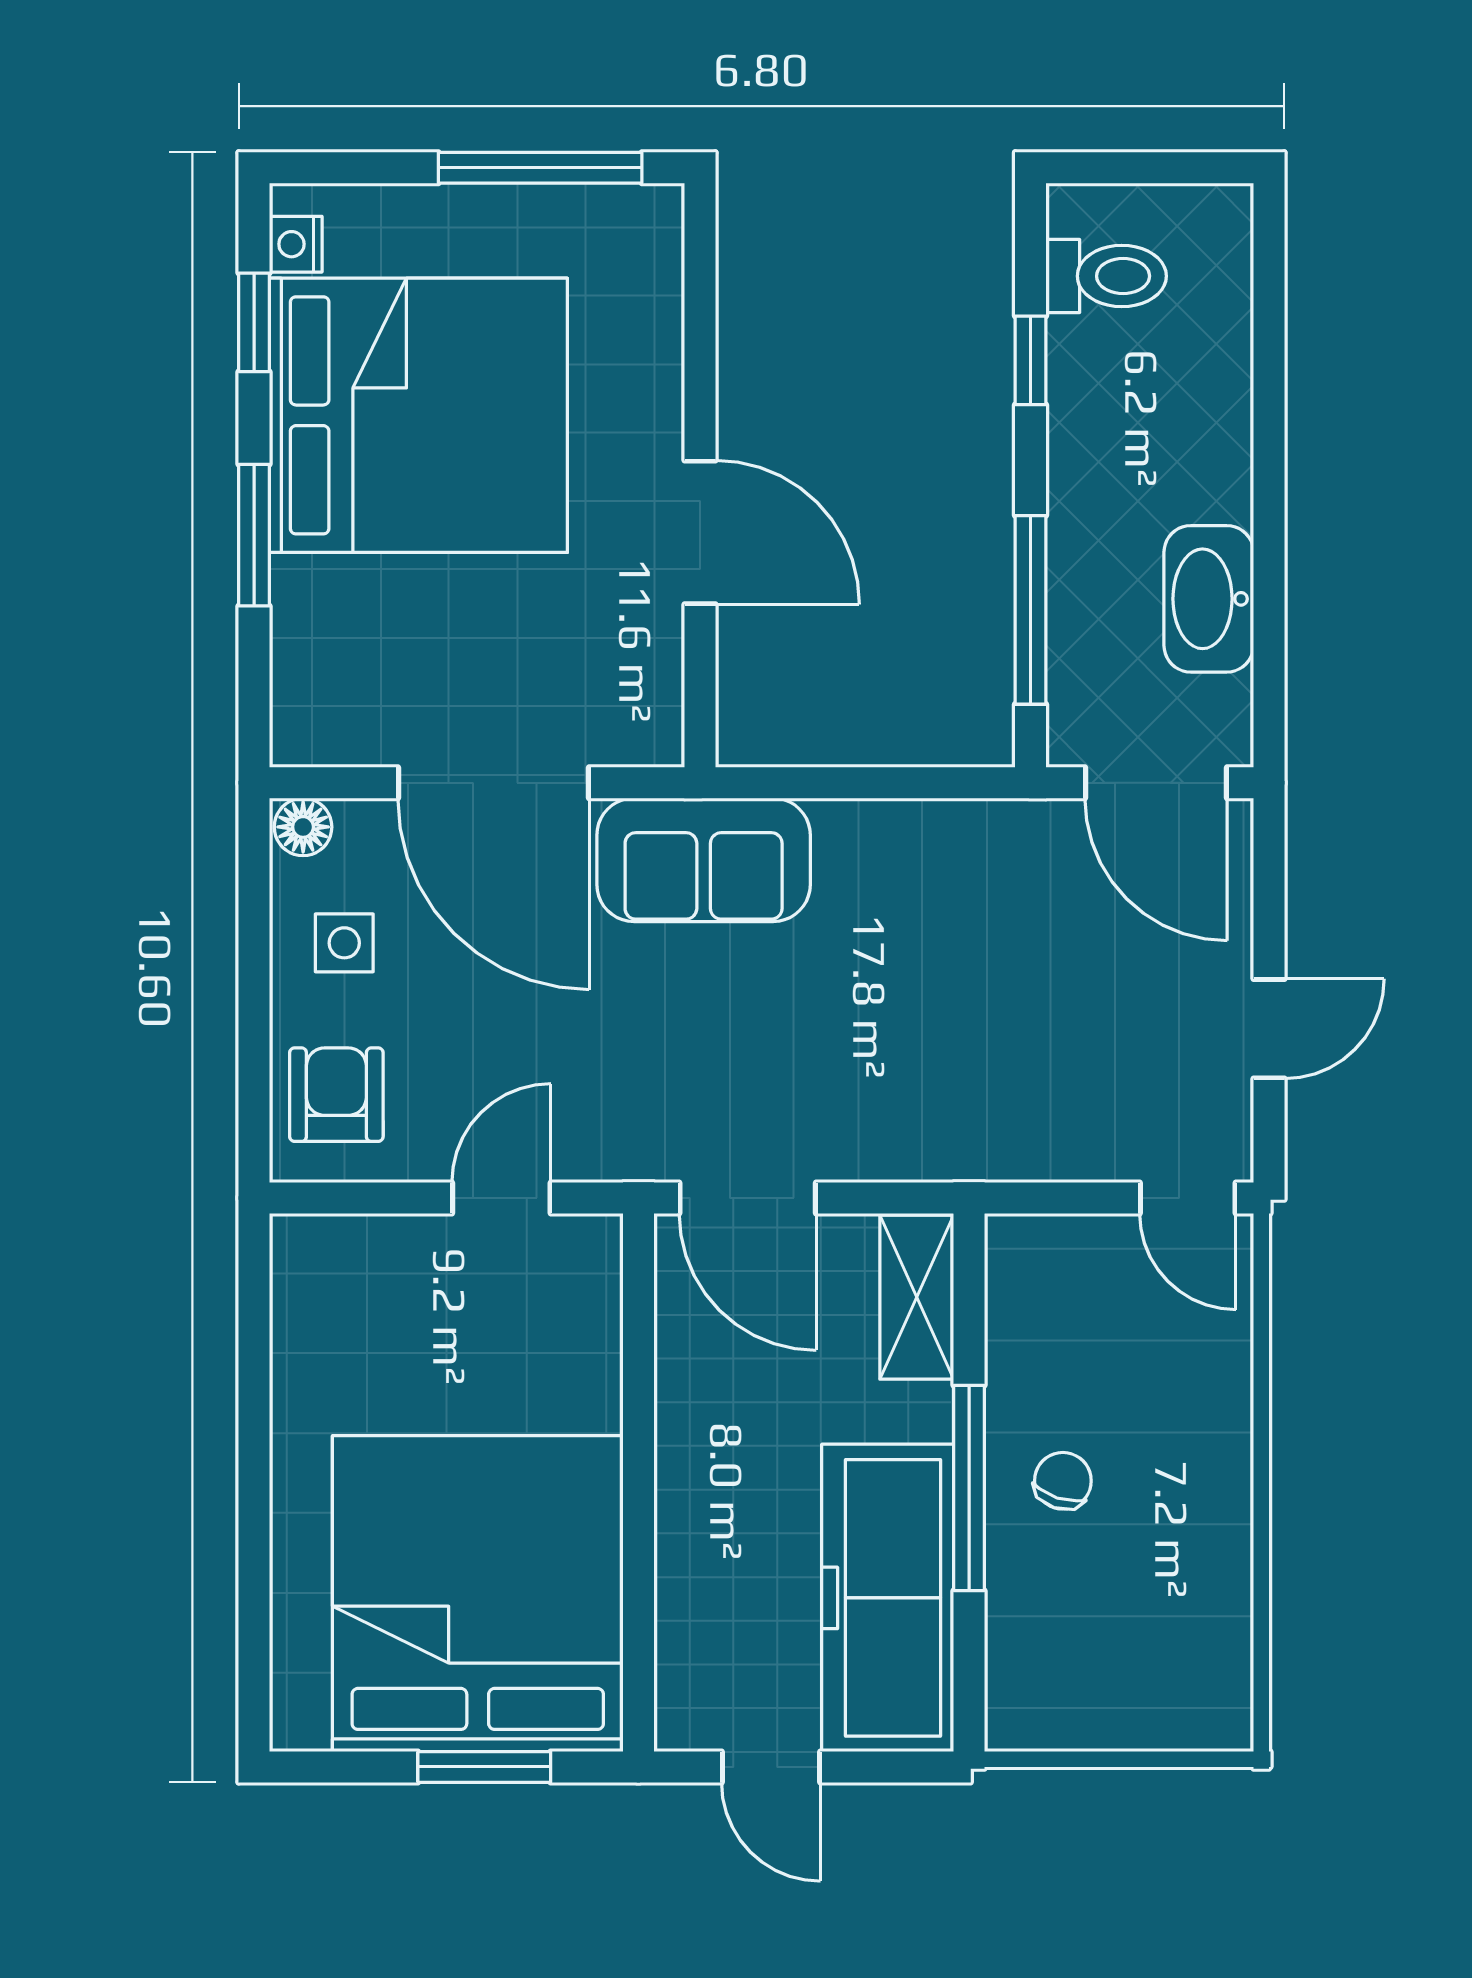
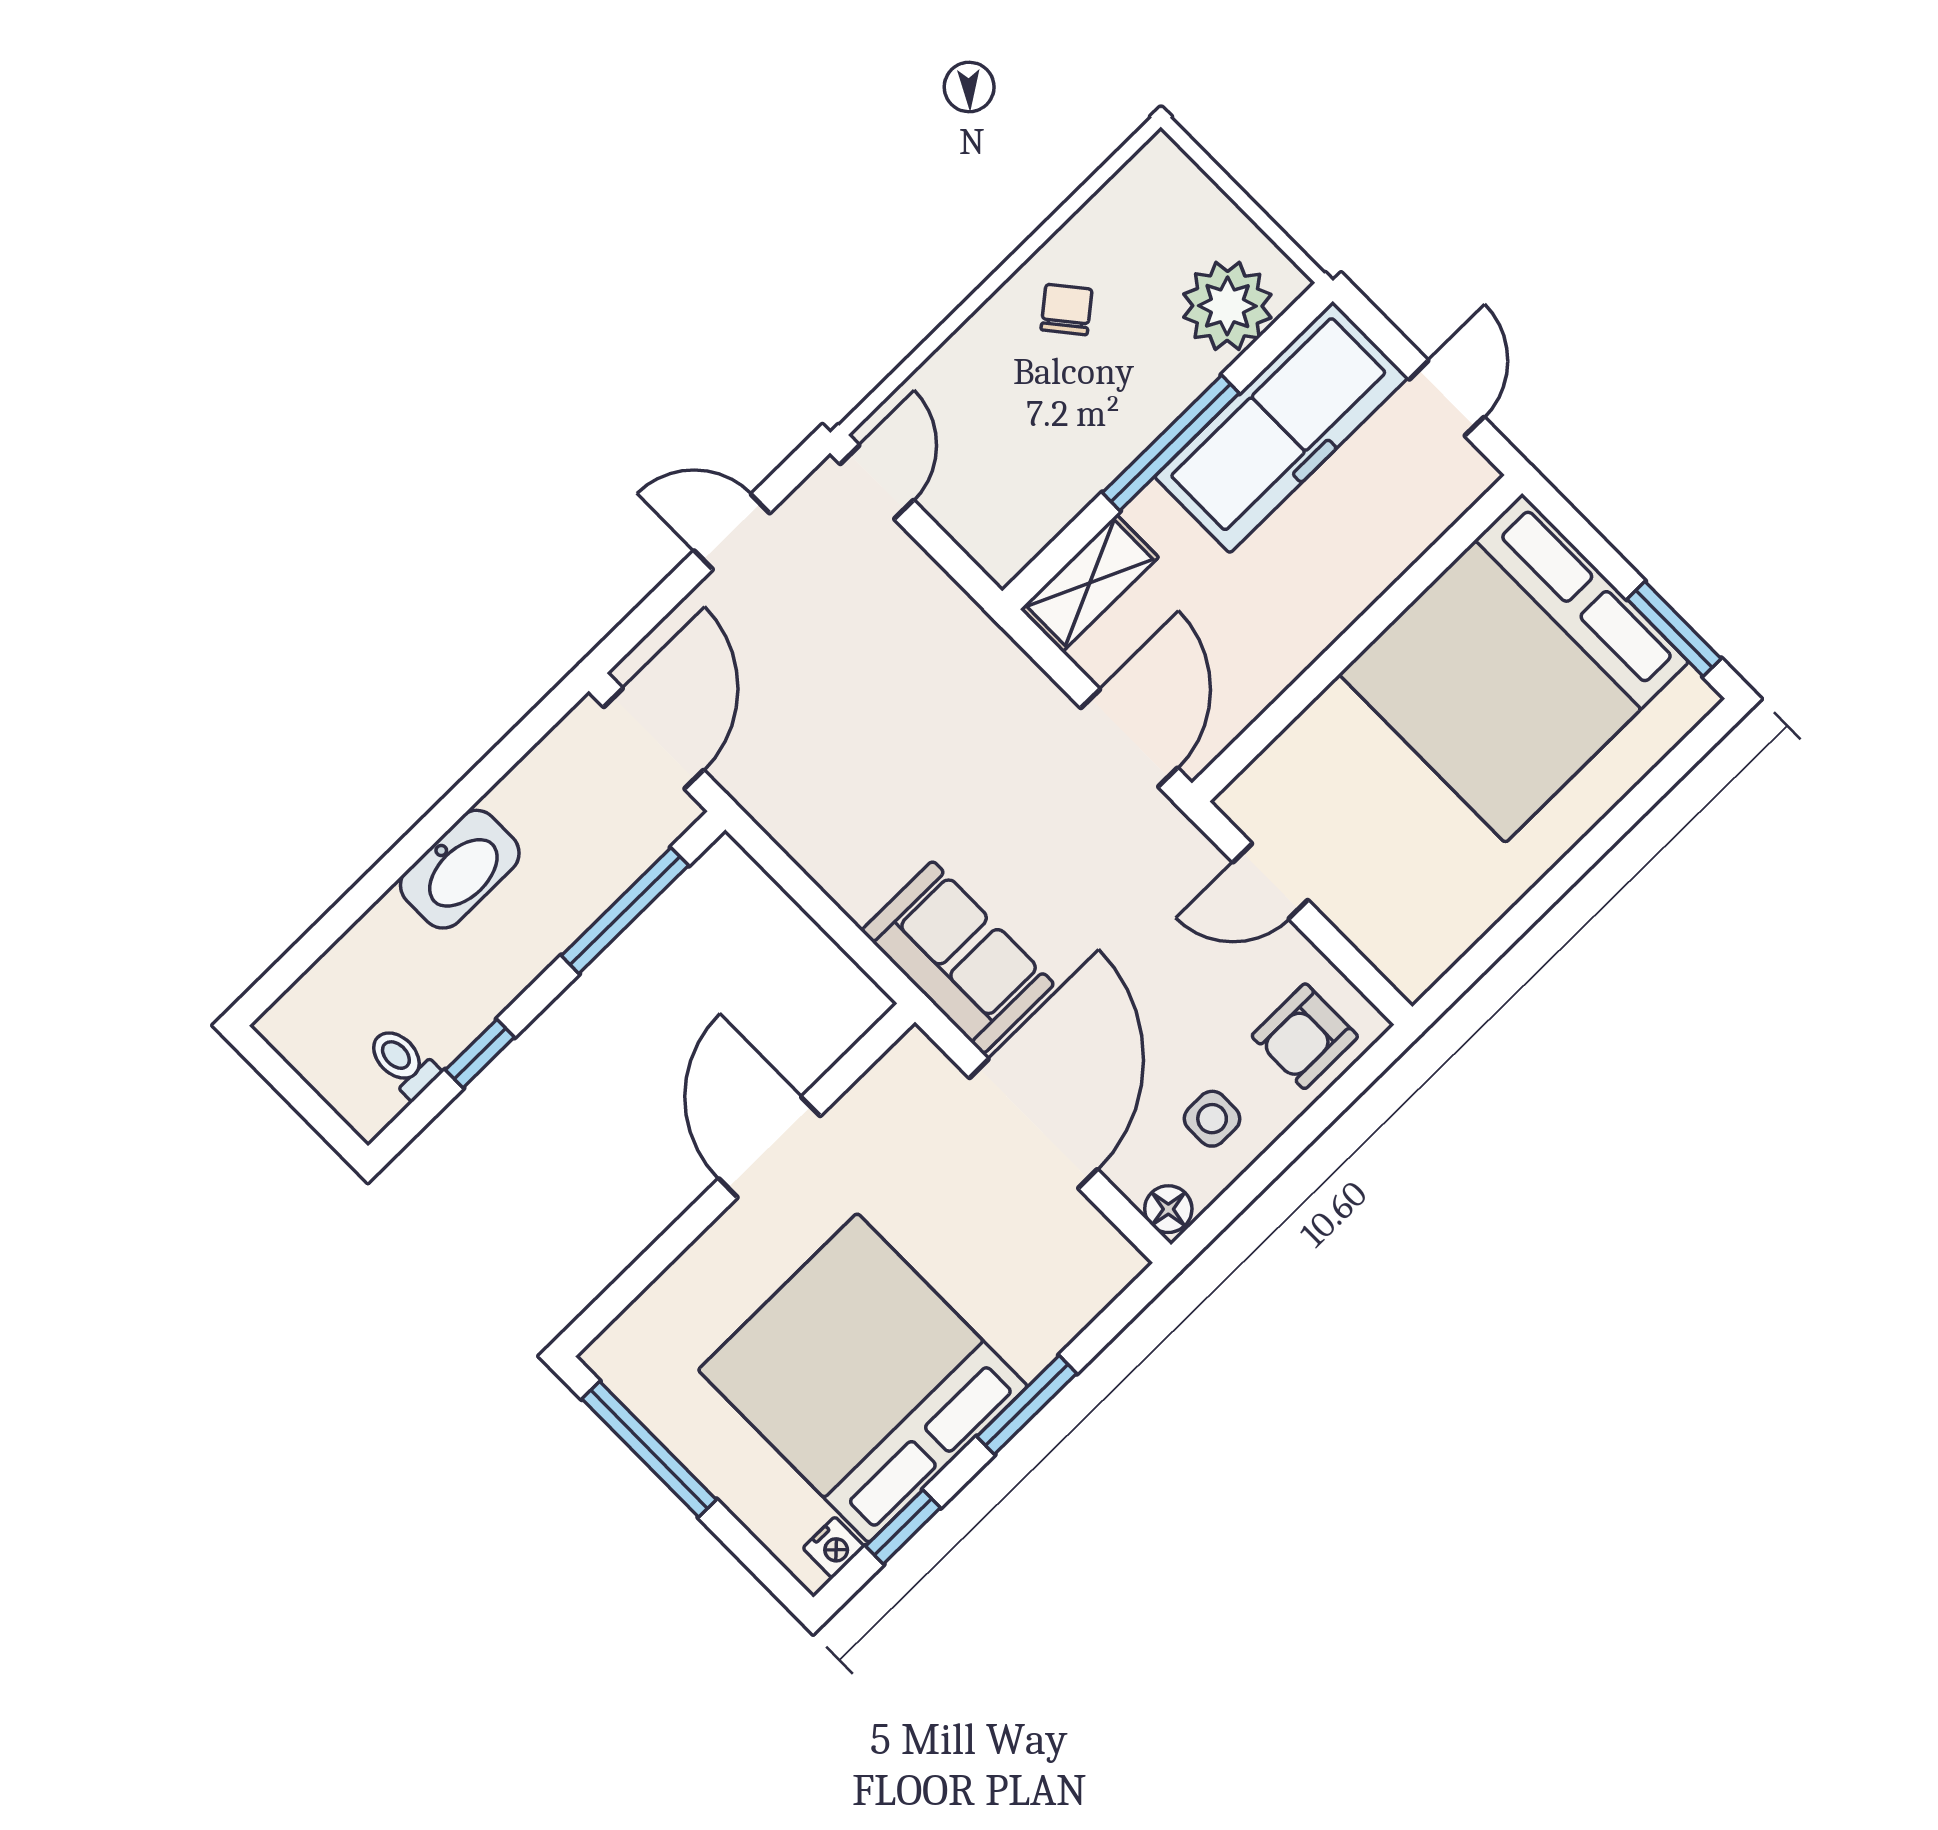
toilet: (1106, 276) -> (403, 1062), width x0.73, depth x0.72
washbasin: (1209, 599) -> (460, 869), moved
chair: (1063, 1481) -> (1067, 310), moved, turned 123
plant: (1040, 1655) -> (1227, 306), added
window: (484, 1767) -> (1674, 629), moved

